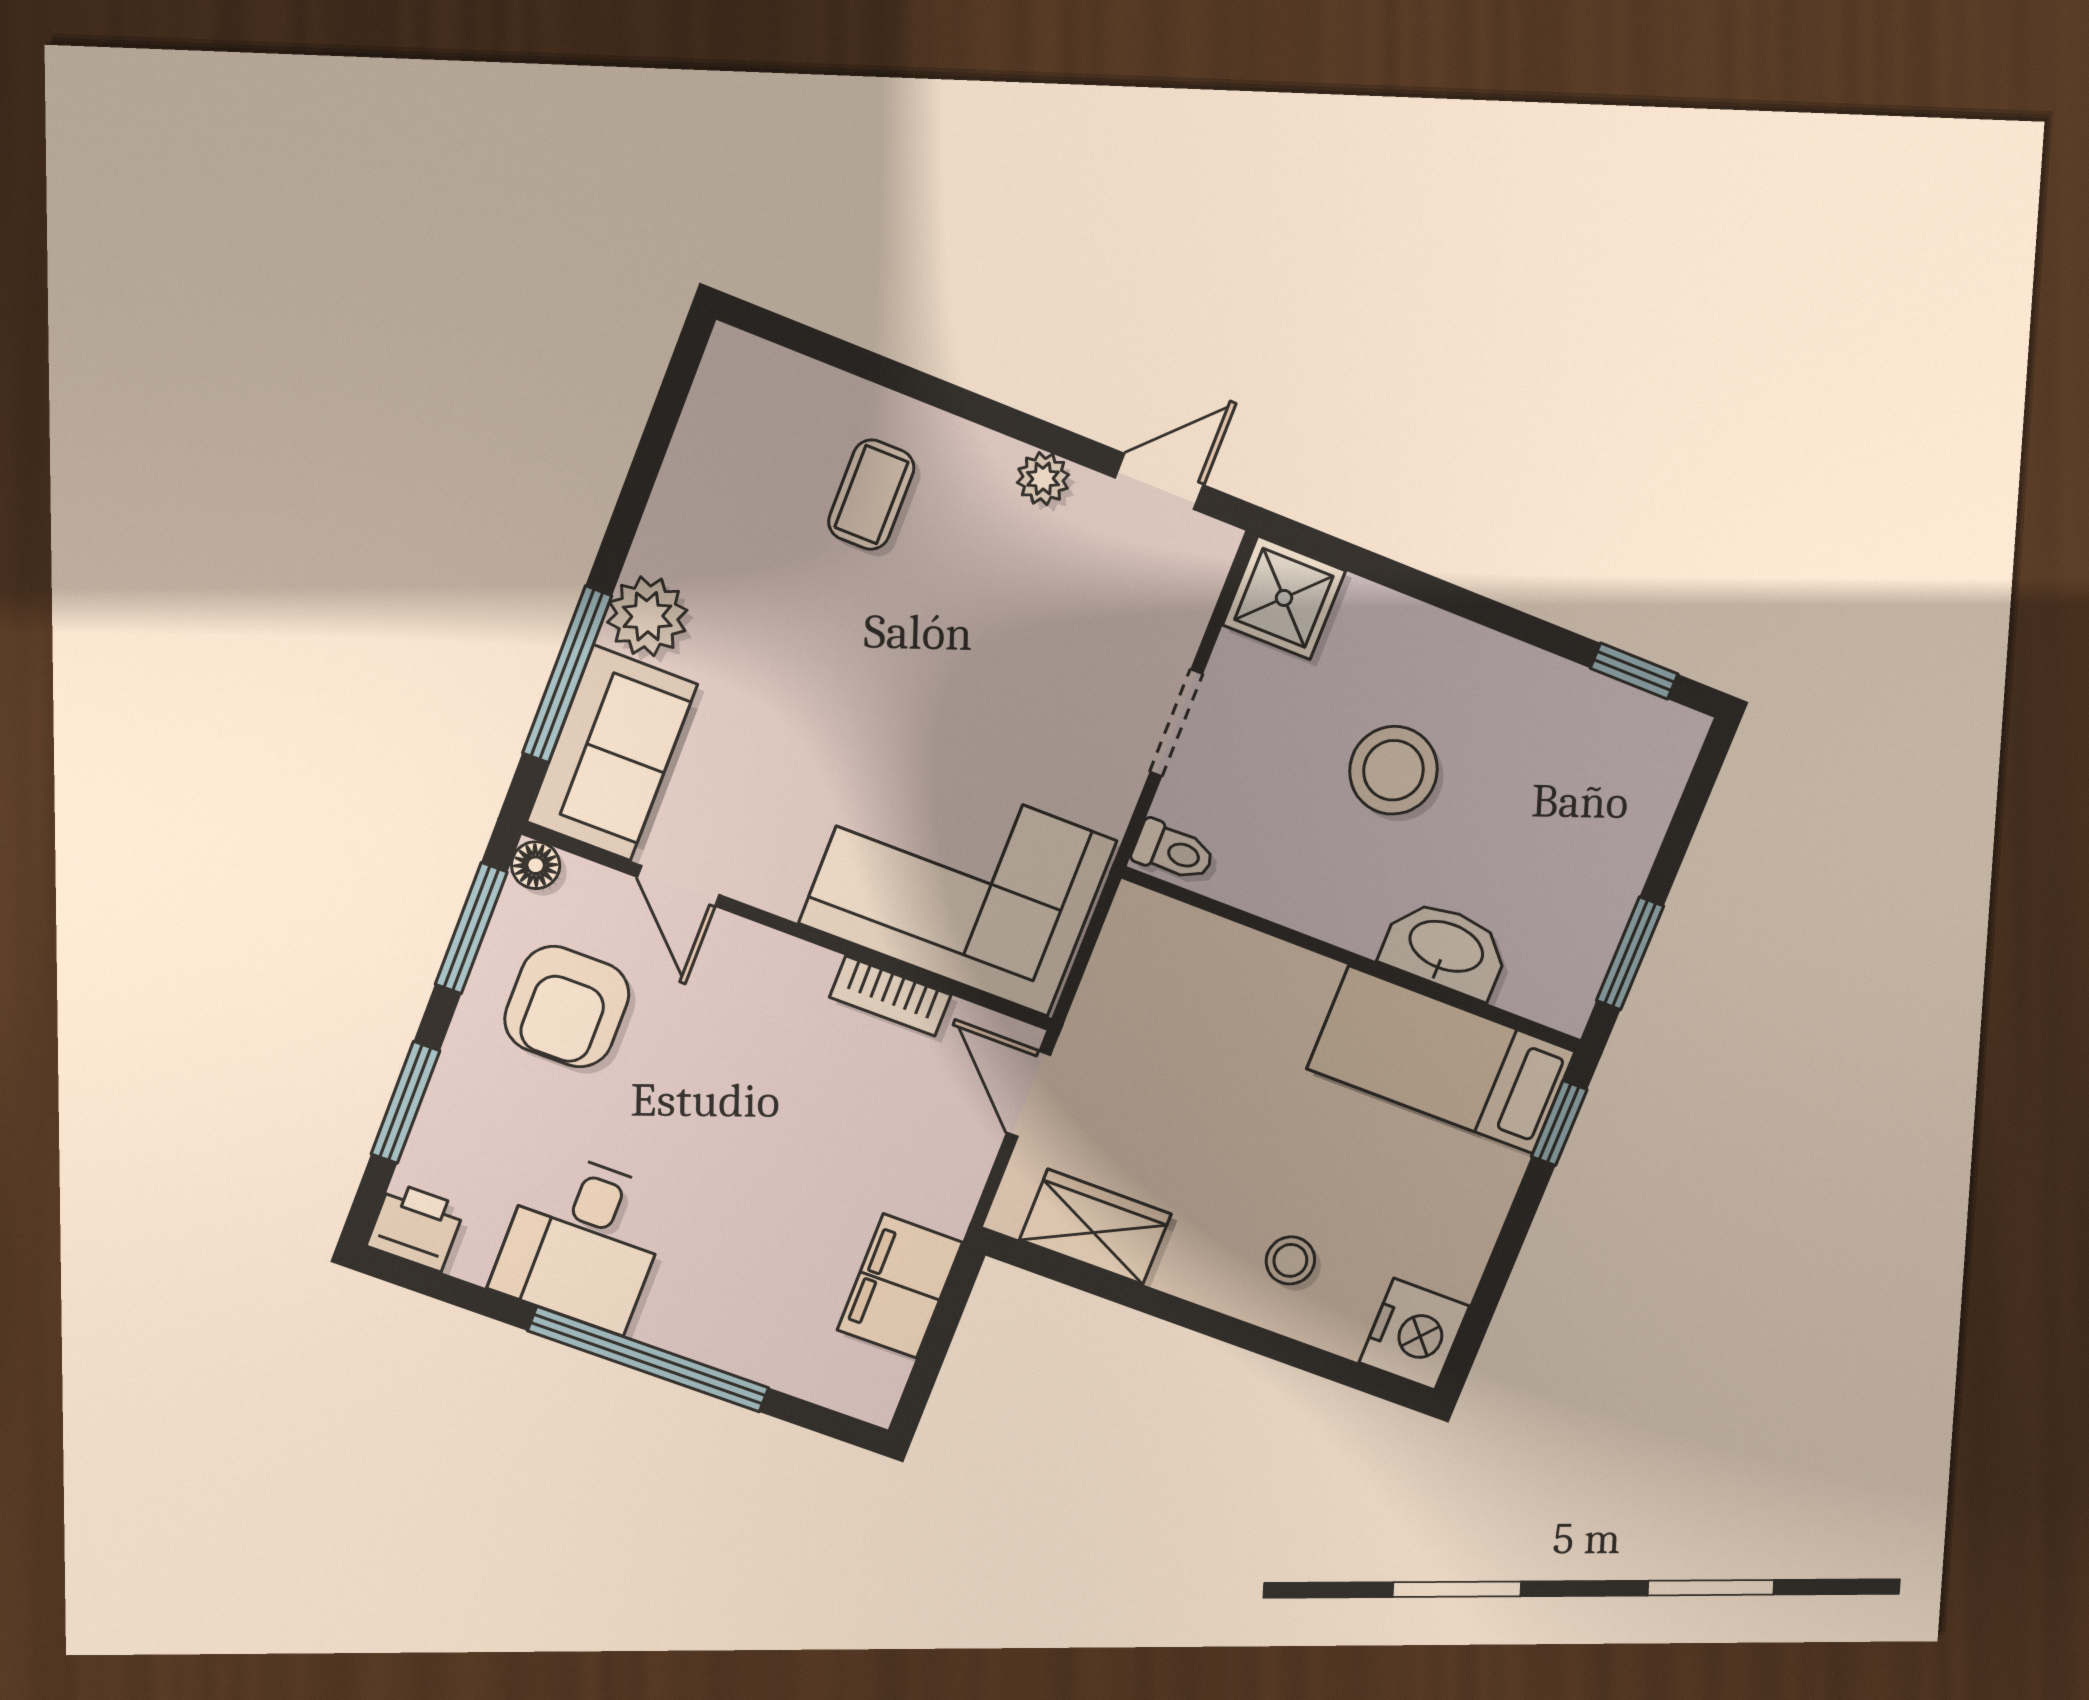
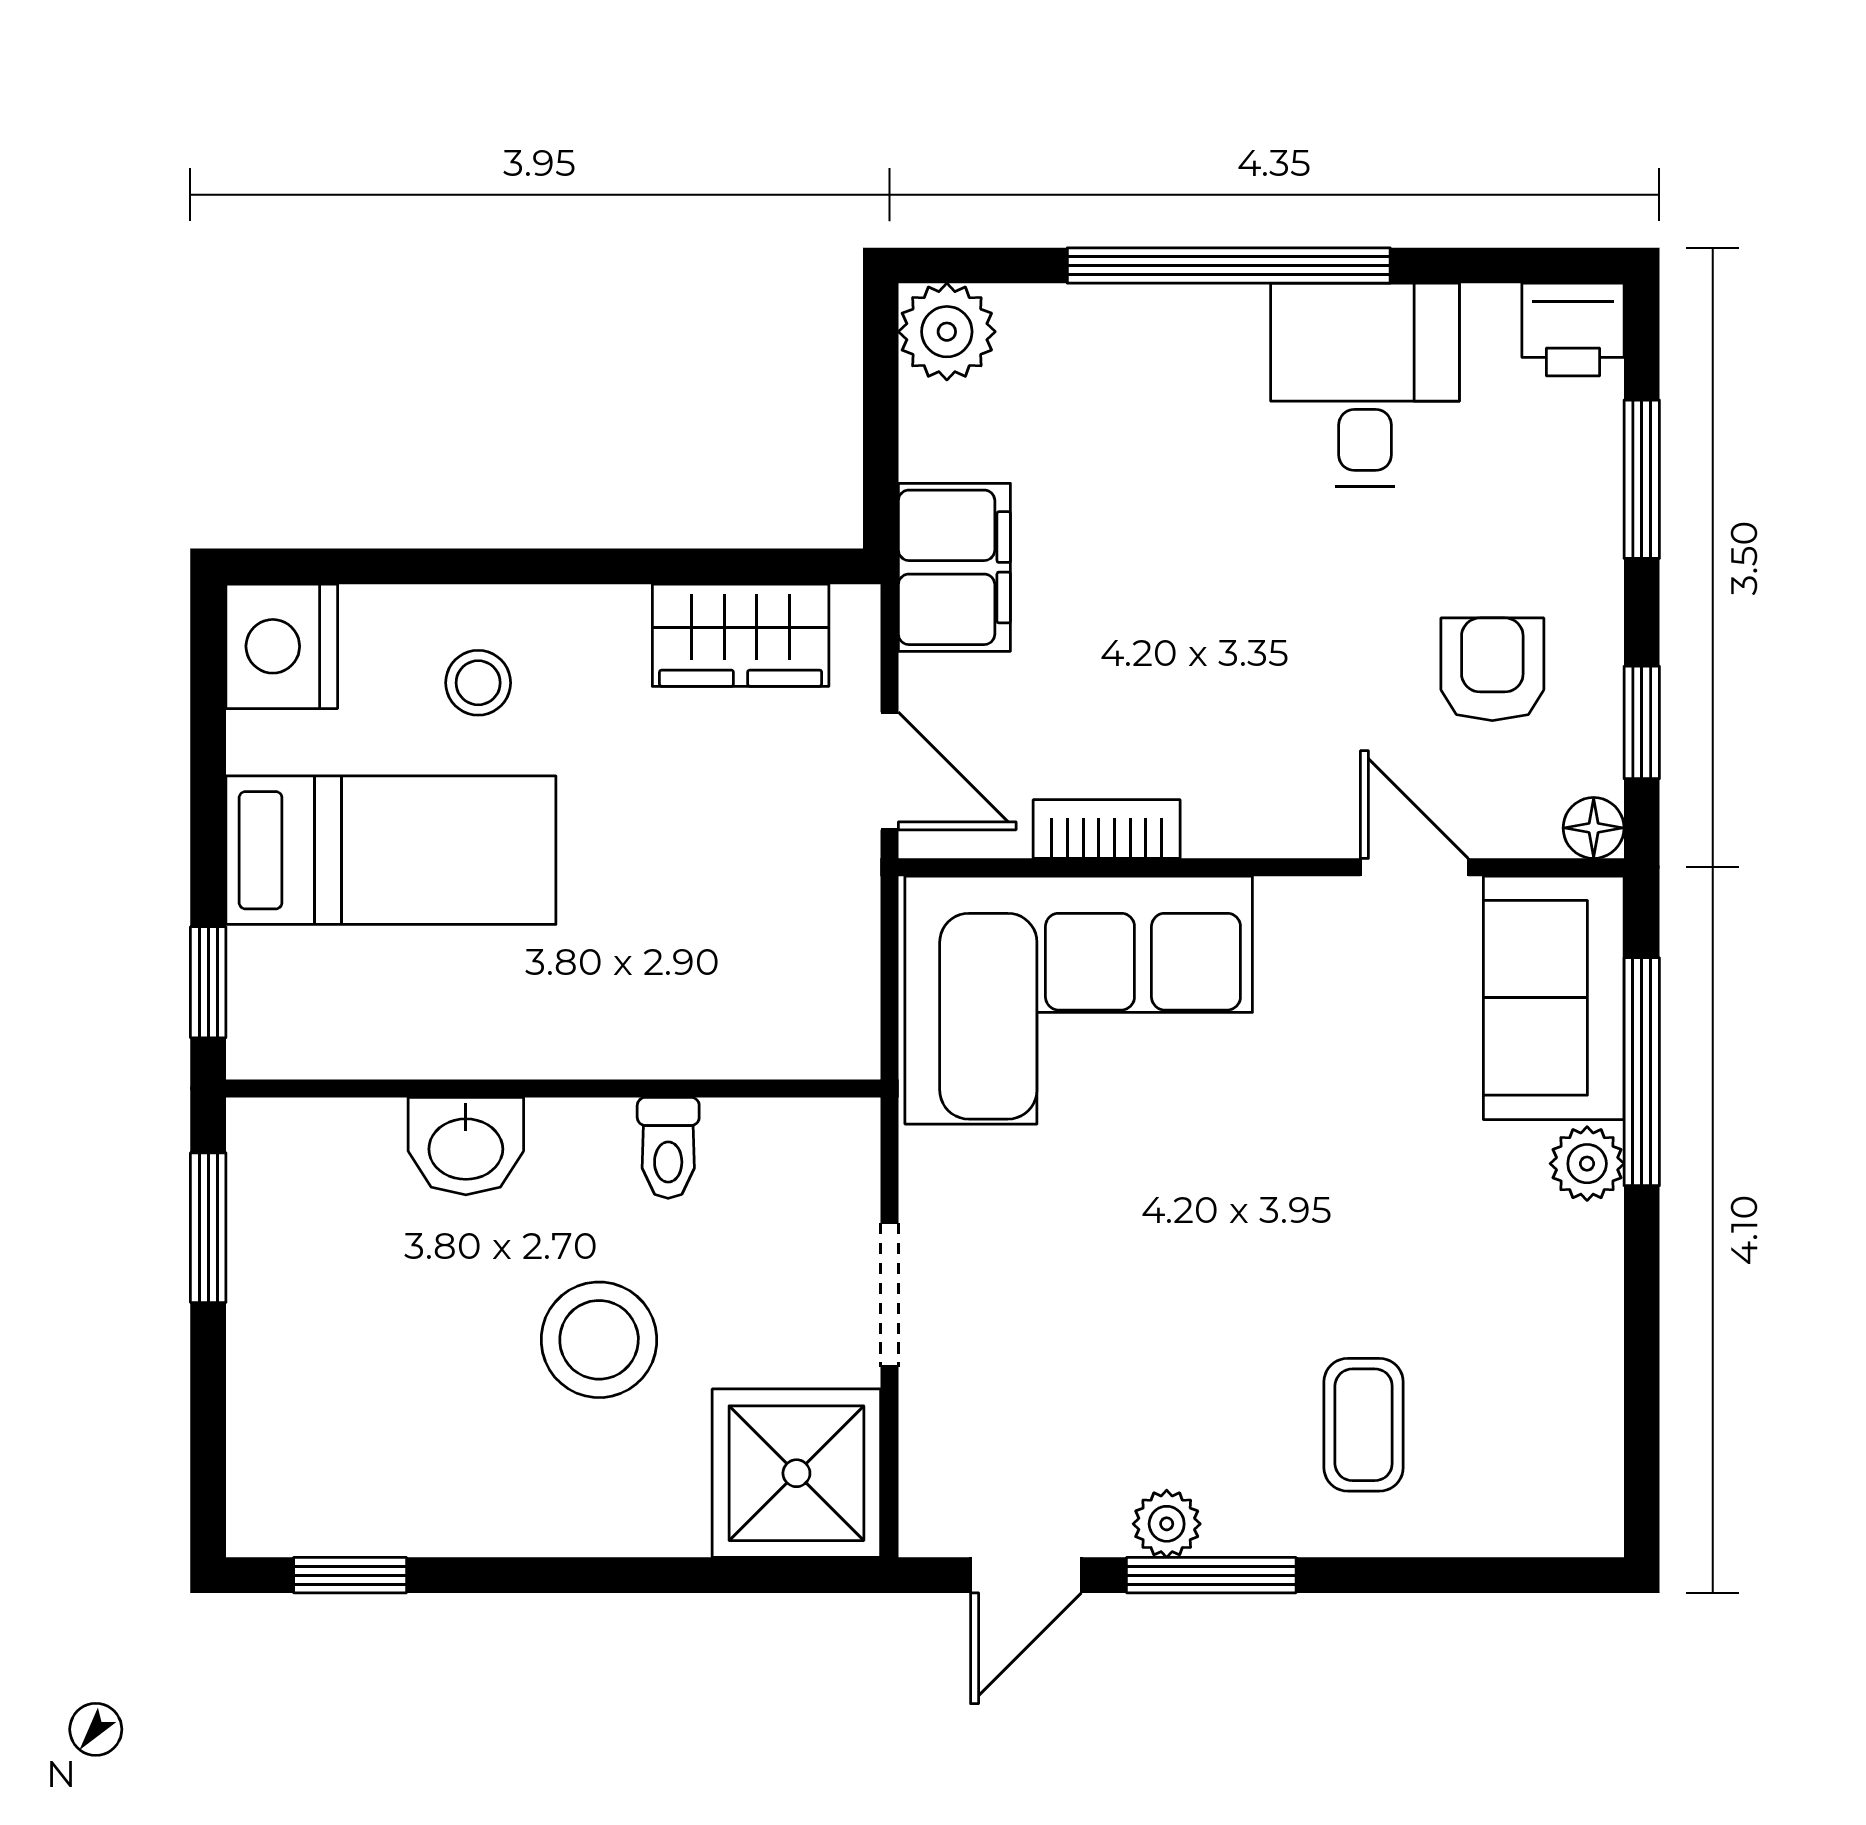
window: (1025, 428) -> (1211, 1575), added
shower: (1284, 598) -> (796, 1473), width x1.36, depth x1.36
plant: (647, 616) -> (1587, 1164), width x0.73, depth x0.73
toilet: (1174, 851) -> (668, 1148), moved, turned -90
window: (471, 928) -> (1642, 722), width x0.67
washbasin: (1445, 948) -> (466, 1146), width x0.72
armchair: (567, 1007) -> (1492, 669), width x0.72, depth x0.72
bed: (1441, 1060) -> (391, 850), moved
filing cabinet: (900, 1286) -> (954, 567), moved
plant: (867, 1384) -> (947, 332), added

